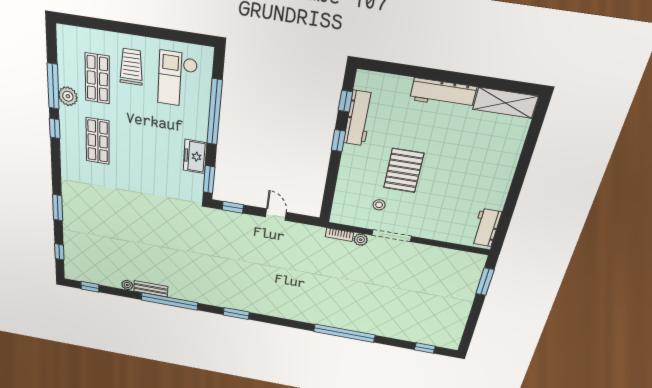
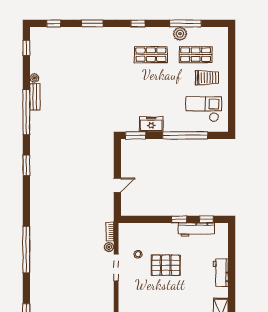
workbench: (443, 93) -> (221, 273), width x0.73
window: (55, 128) -> (138, 23), moved
window: (233, 207) -> (117, 154), removed

